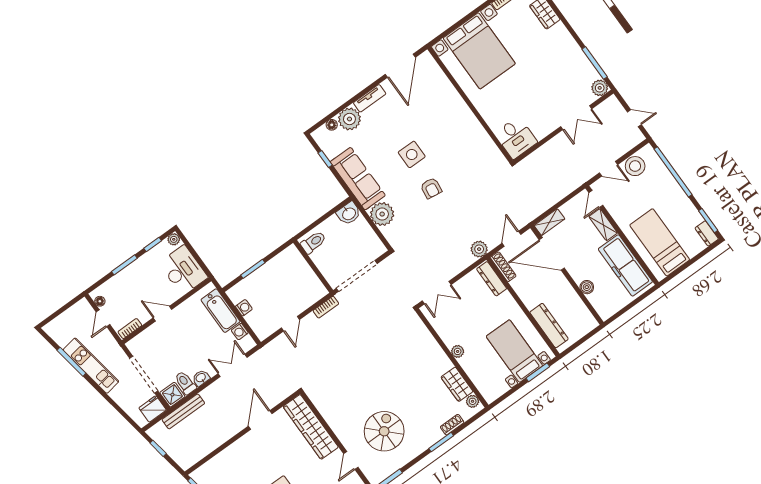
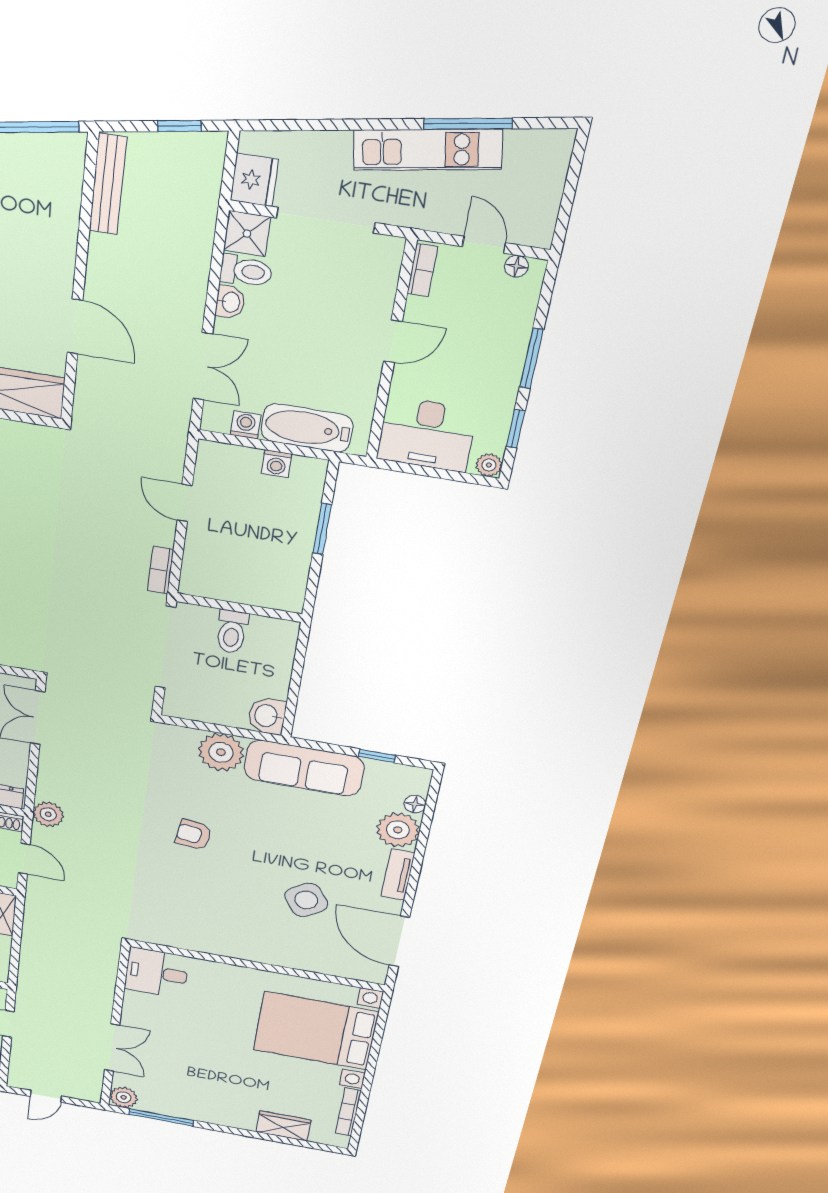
double door: (576, 118) -> (112, 1048), swing flipped
side table: (412, 154) -> (306, 900), moved, turned -34
toilet: (313, 242) -> (232, 632), moved
bench: (183, 411) -> (108, 184), moved

